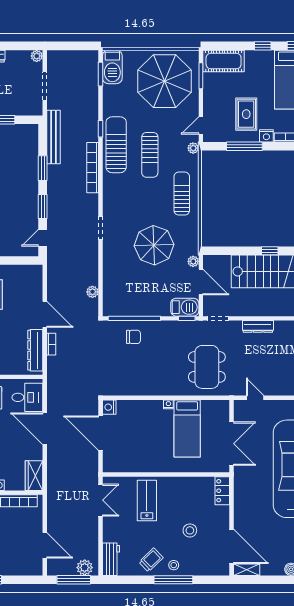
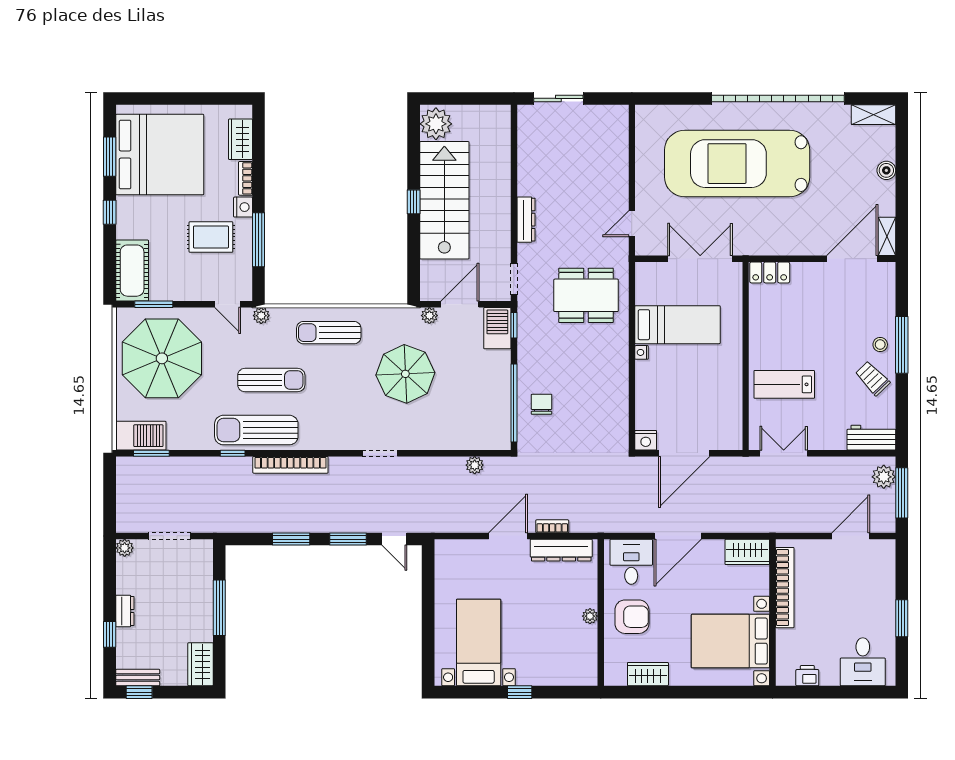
bench: (54, 137) -> (245, 523), removed
stool: (190, 530) -> (829, 321), removed

